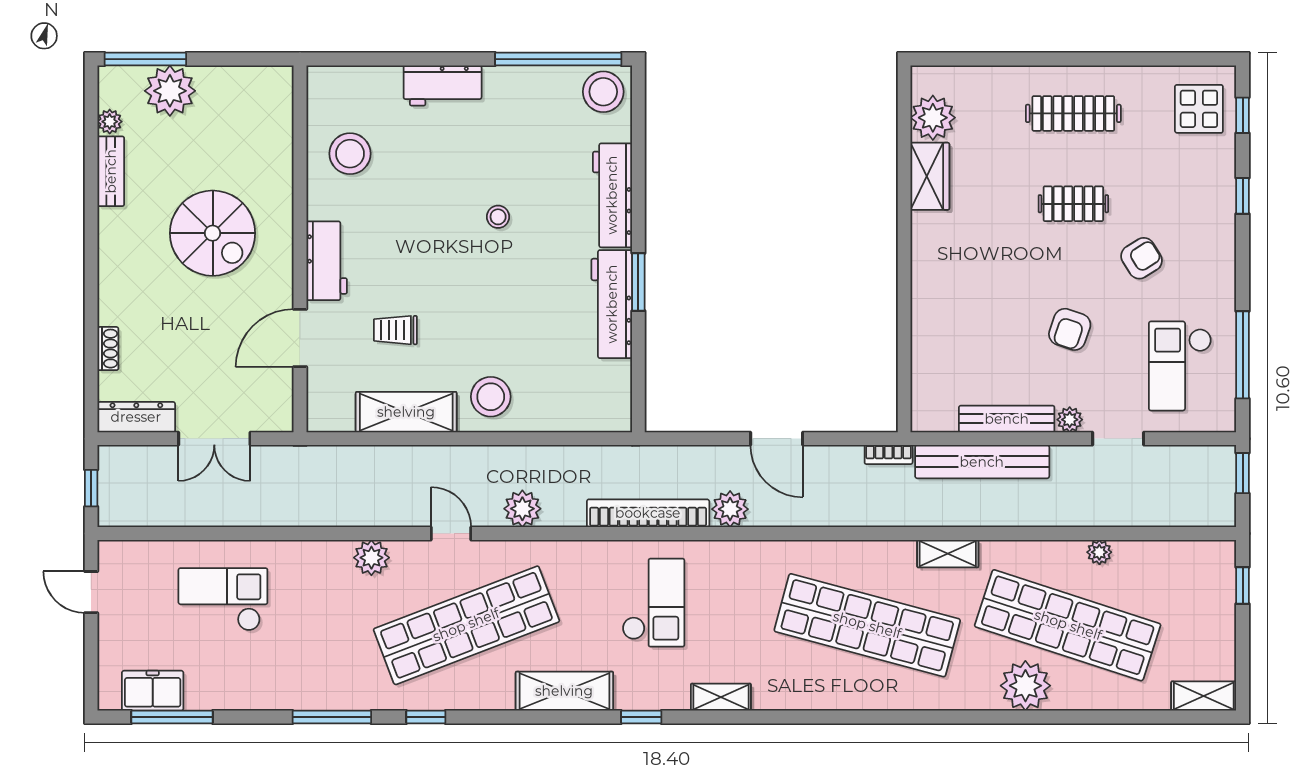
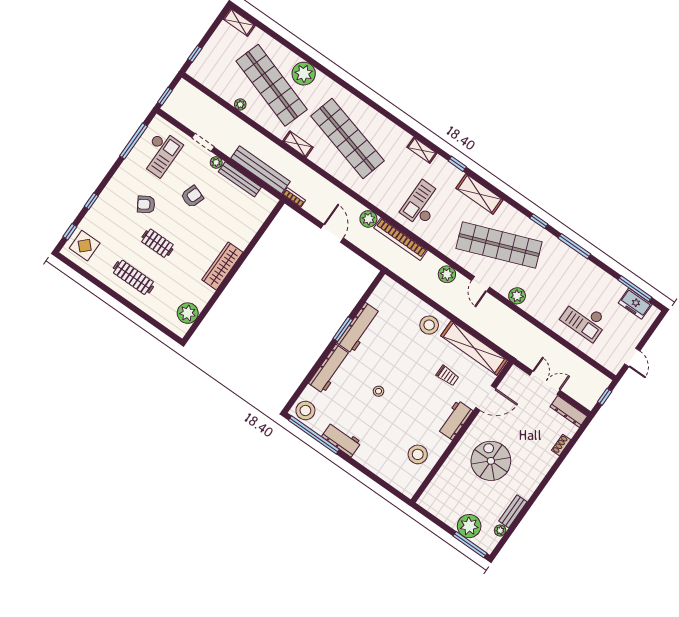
workbench: (443, 86) -> (341, 439), moved
wardrobe: (930, 176) -> (222, 266), moved, width x1.50
shelving: (406, 412) -> (474, 348), width x1.47

